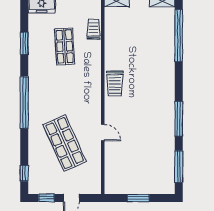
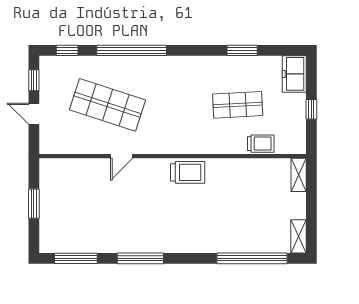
trolley: (115, 84) -> (188, 172), turned 180
window: (24, 102) -> (132, 50), moved
shop shelf: (65, 143) -> (108, 105), turned 42

